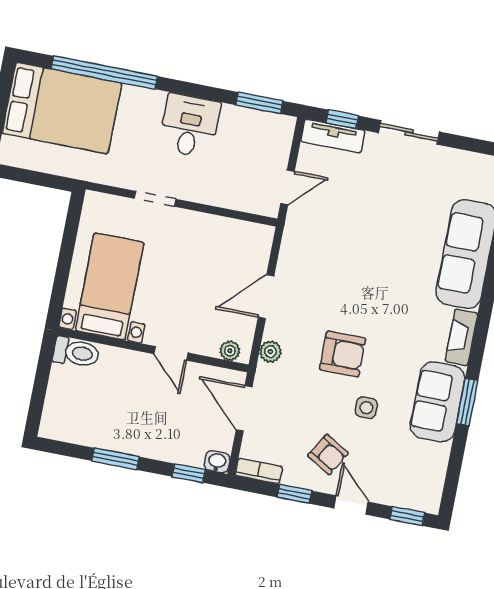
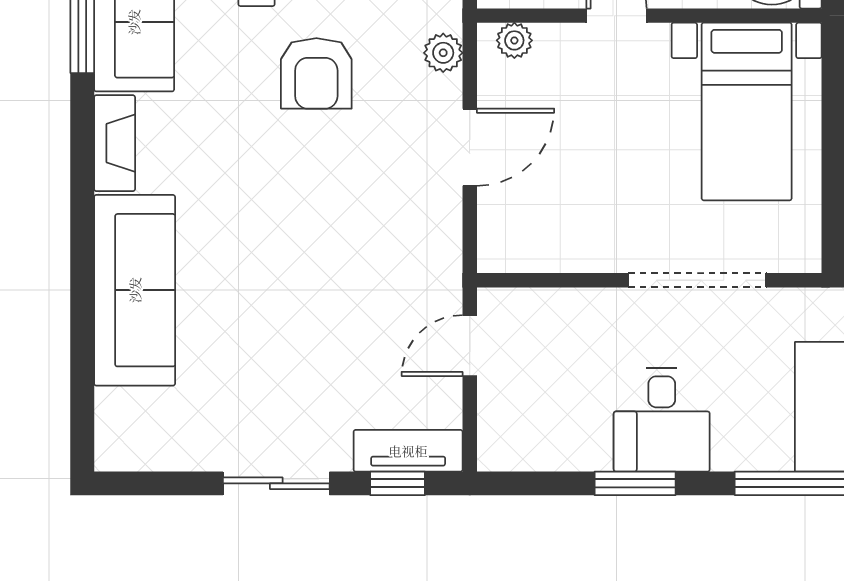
window: (259, 103) -> (635, 483), moved
doorway: (155, 199) -> (697, 280), width x1.88
armchair: (343, 354) -> (316, 73), turned -90

